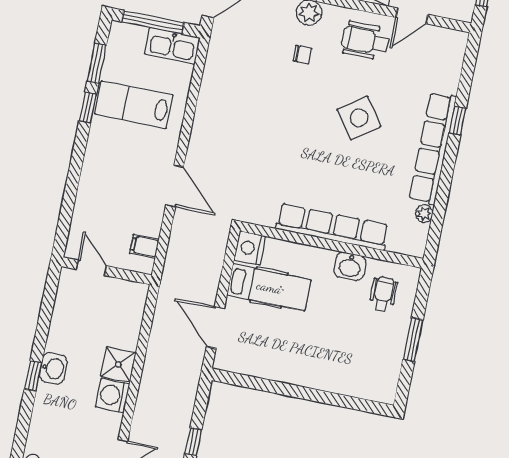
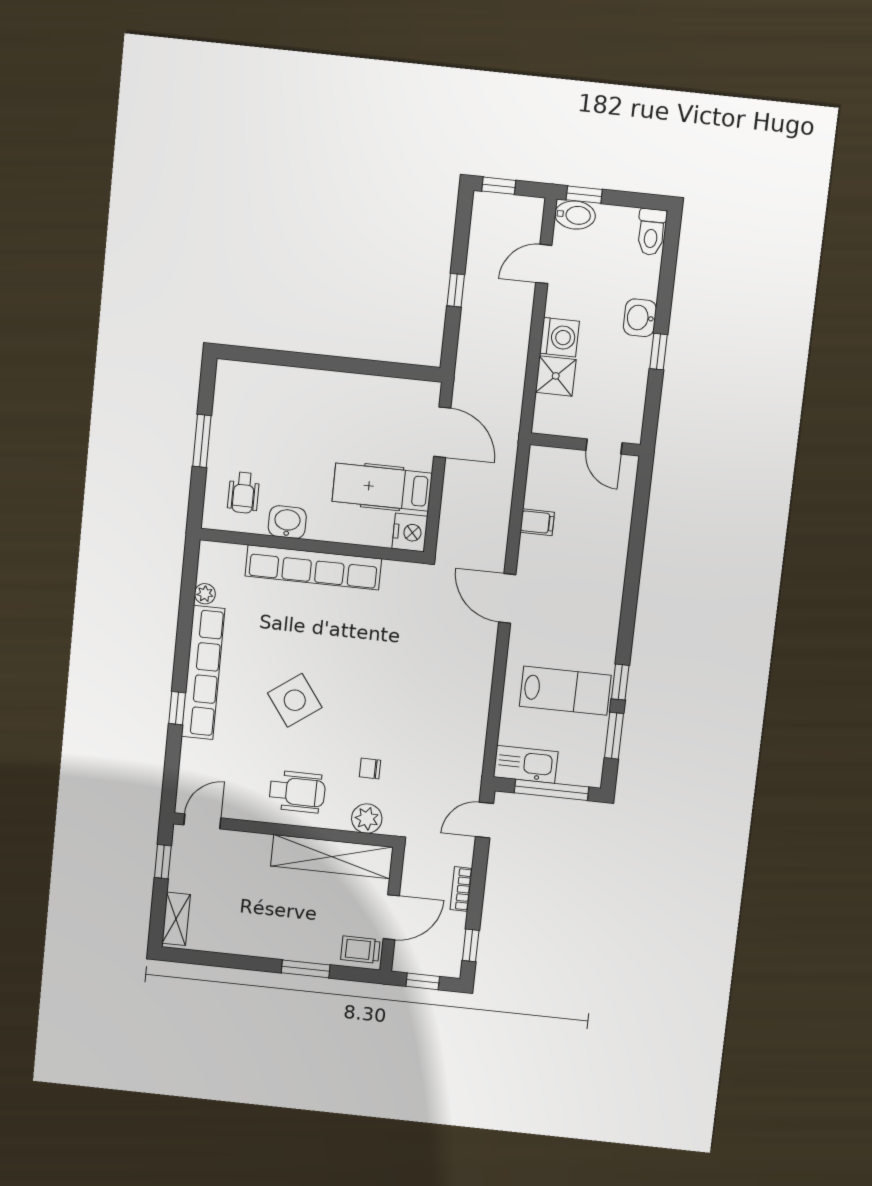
door: (412, 16) -> (202, 821), moved
door: (91, 268) -> (604, 446), moved
wall: (107, 271) -> (585, 444), moved
washbasin: (53, 368) -> (640, 318), moved

